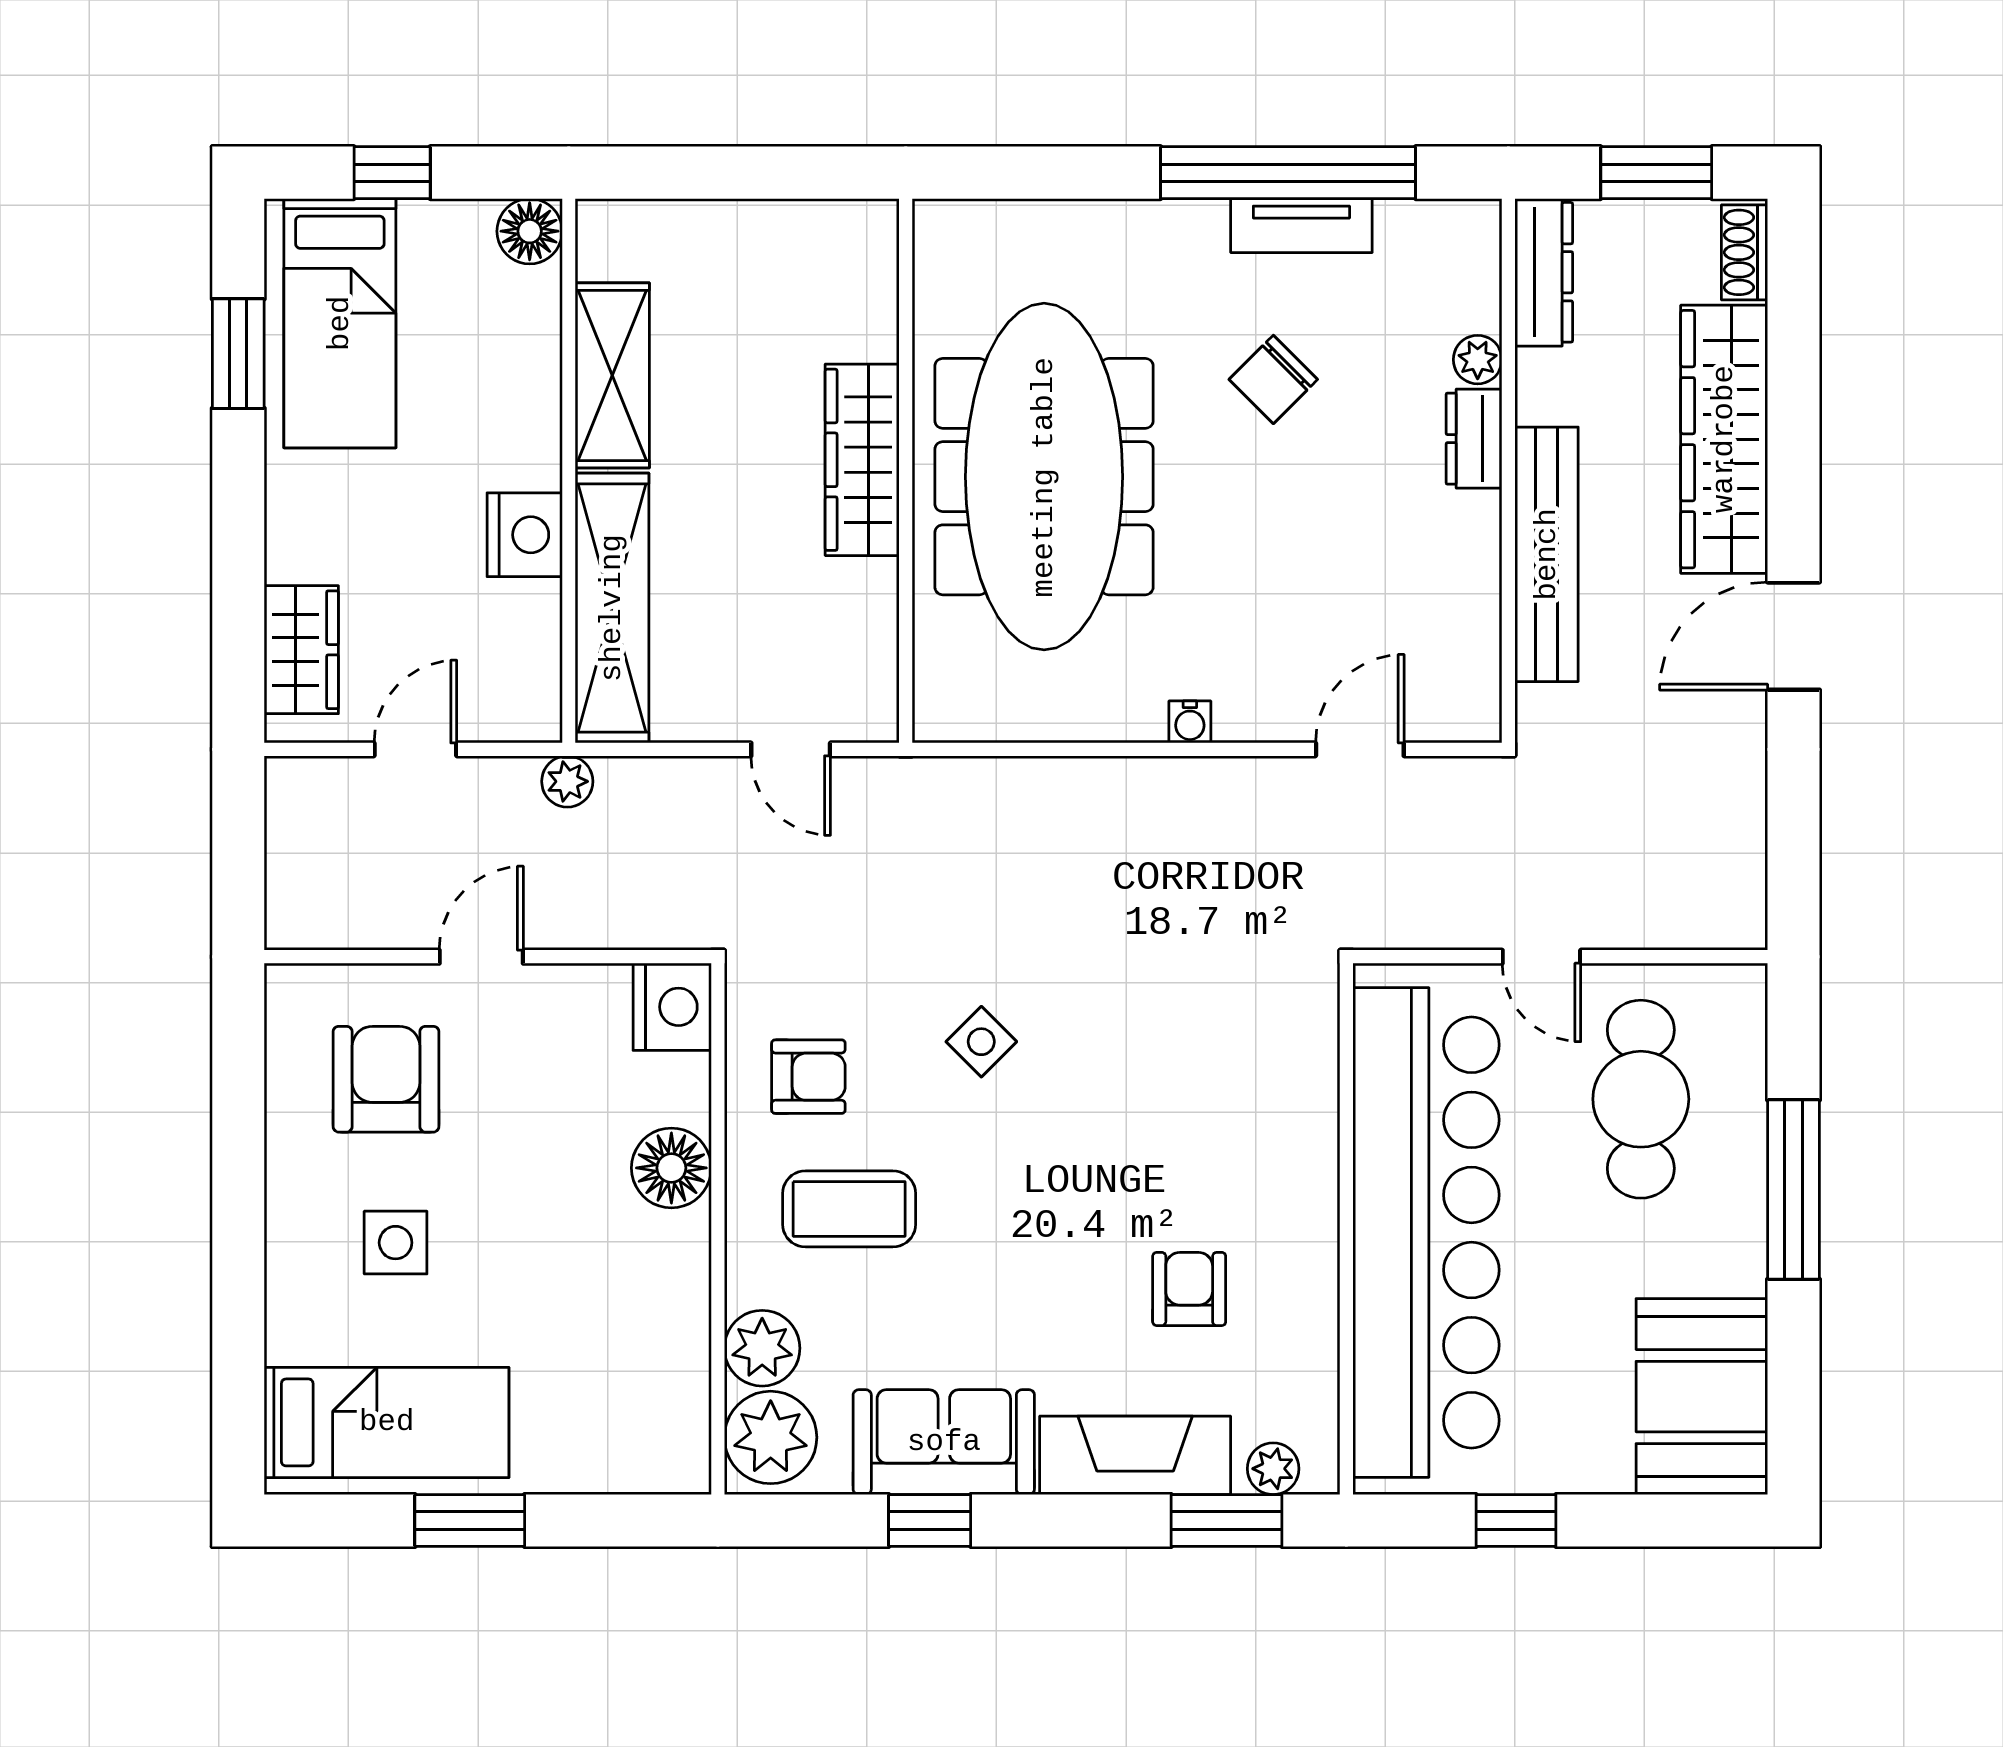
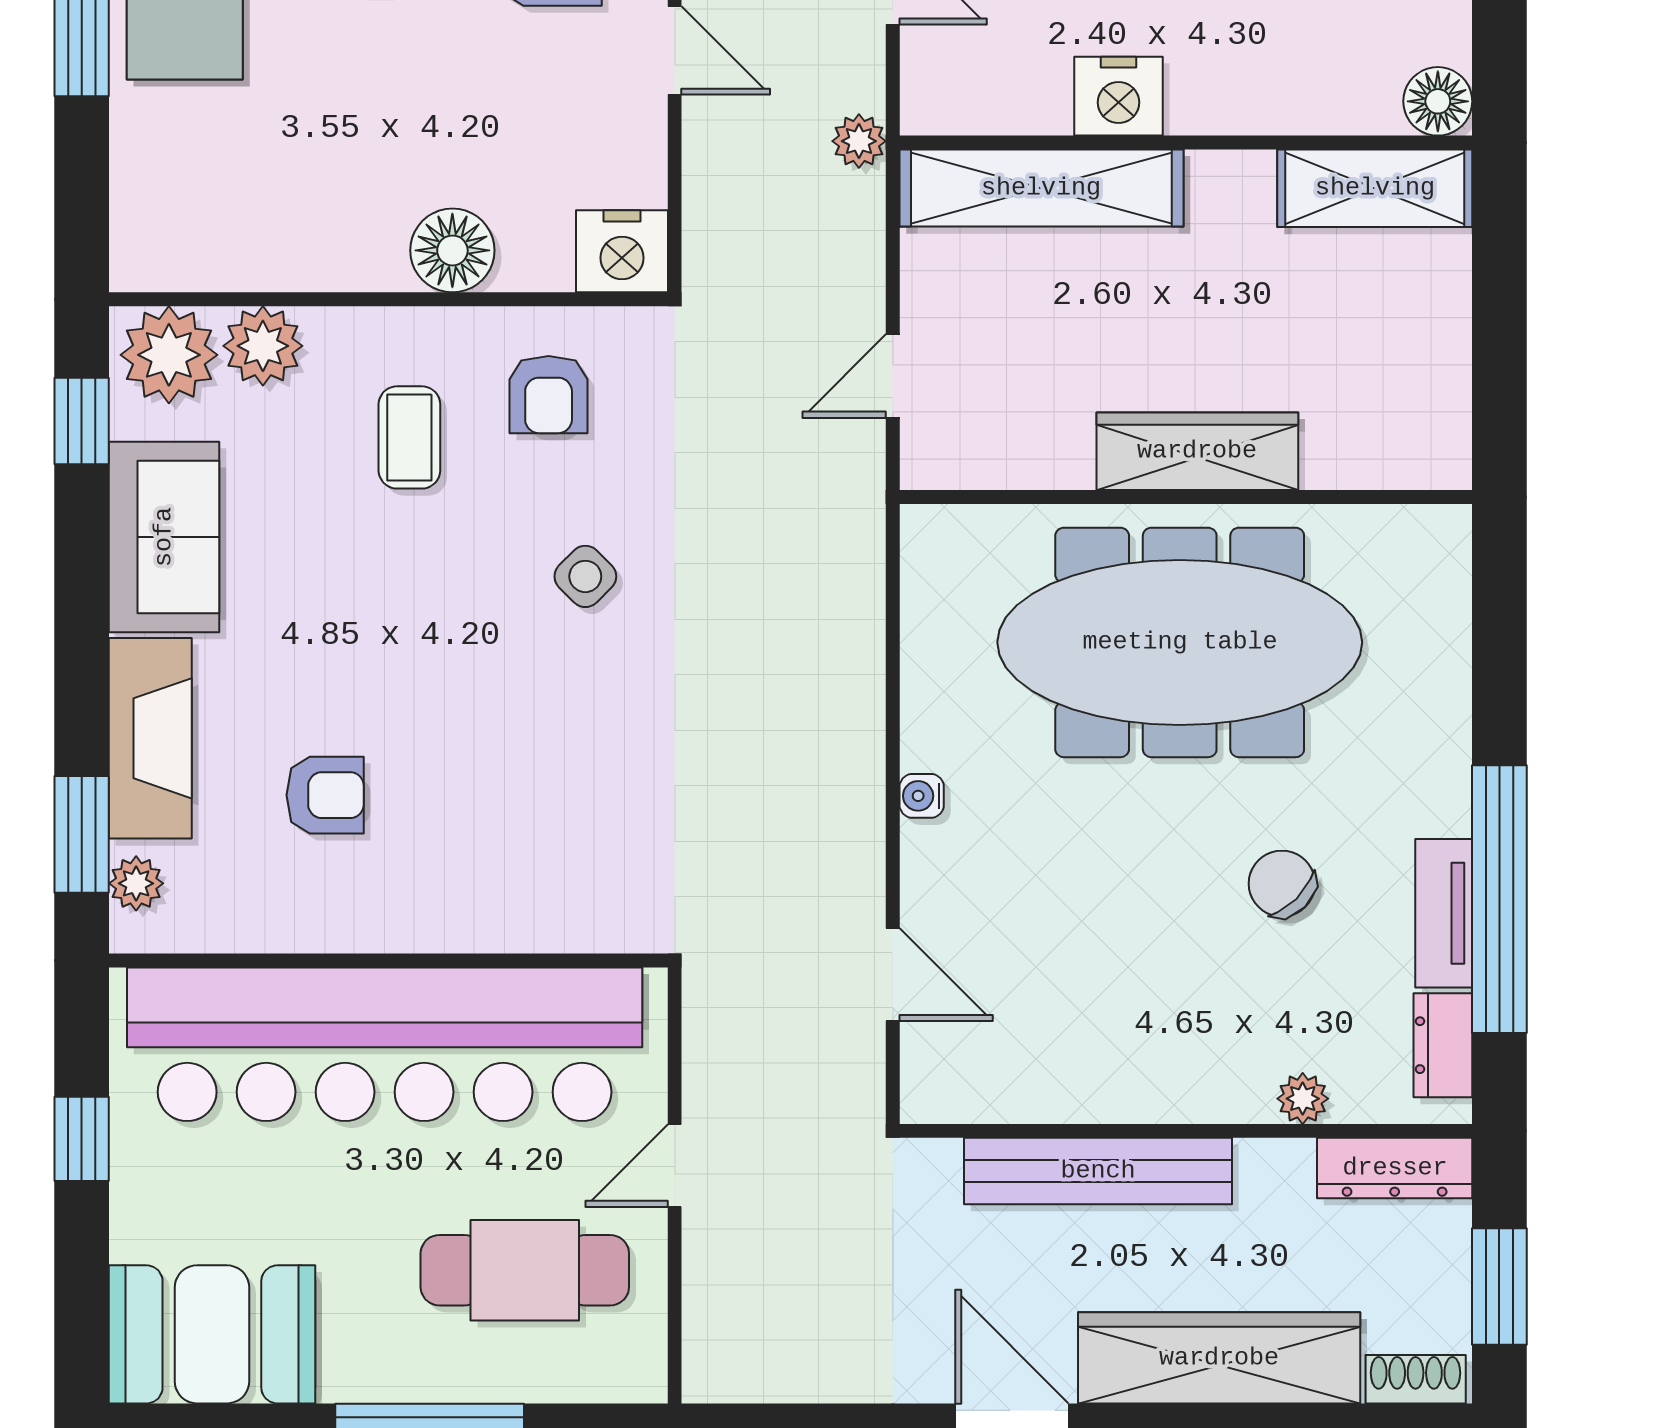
shelving: (612, 375) -> (1375, 188), moved
dresser: (1474, 439) -> (1443, 1045), moved, turned -90
coffee table: (849, 1209) -> (409, 437), width x0.73, depth x0.77
window: (930, 1520) -> (82, 421), moved

